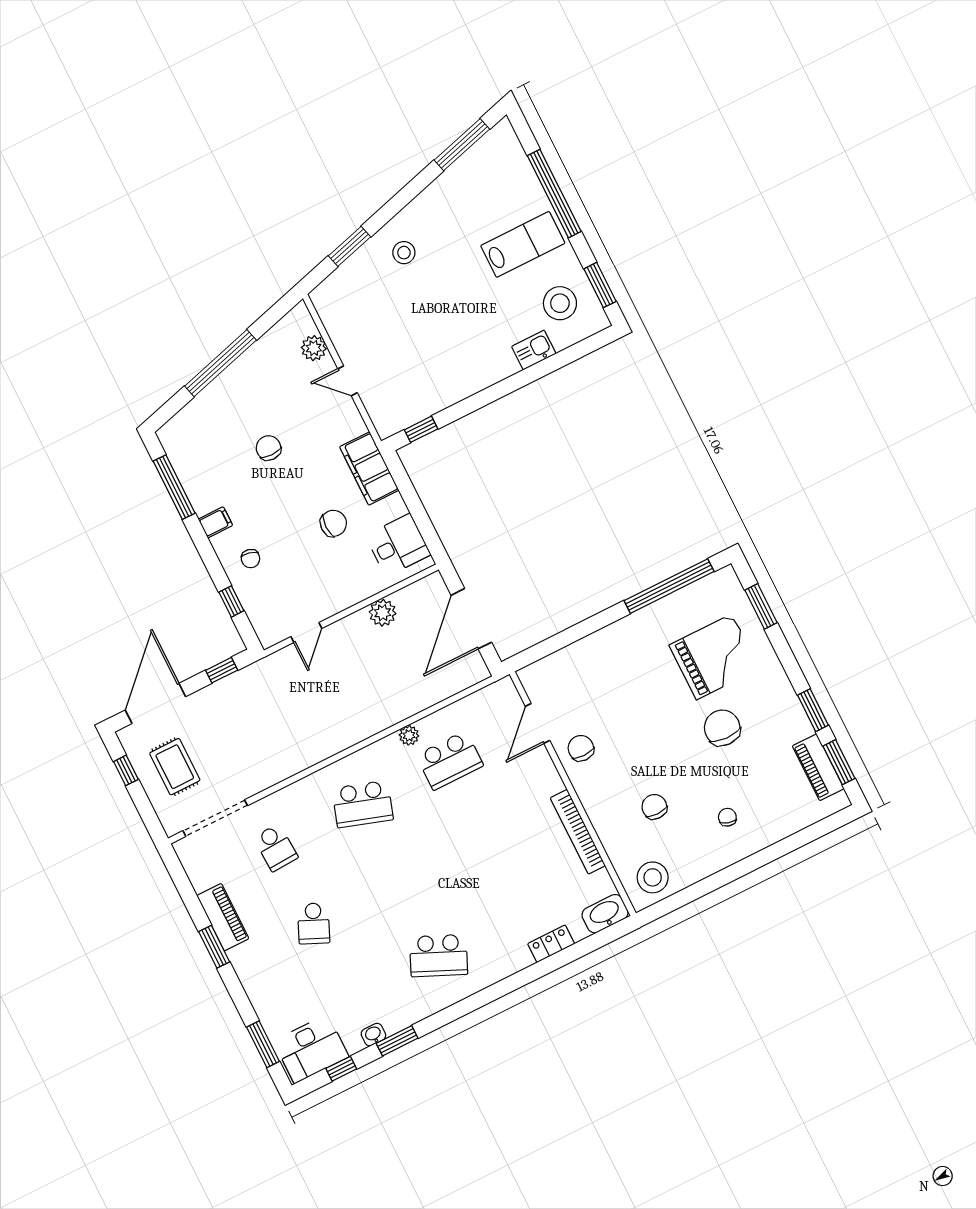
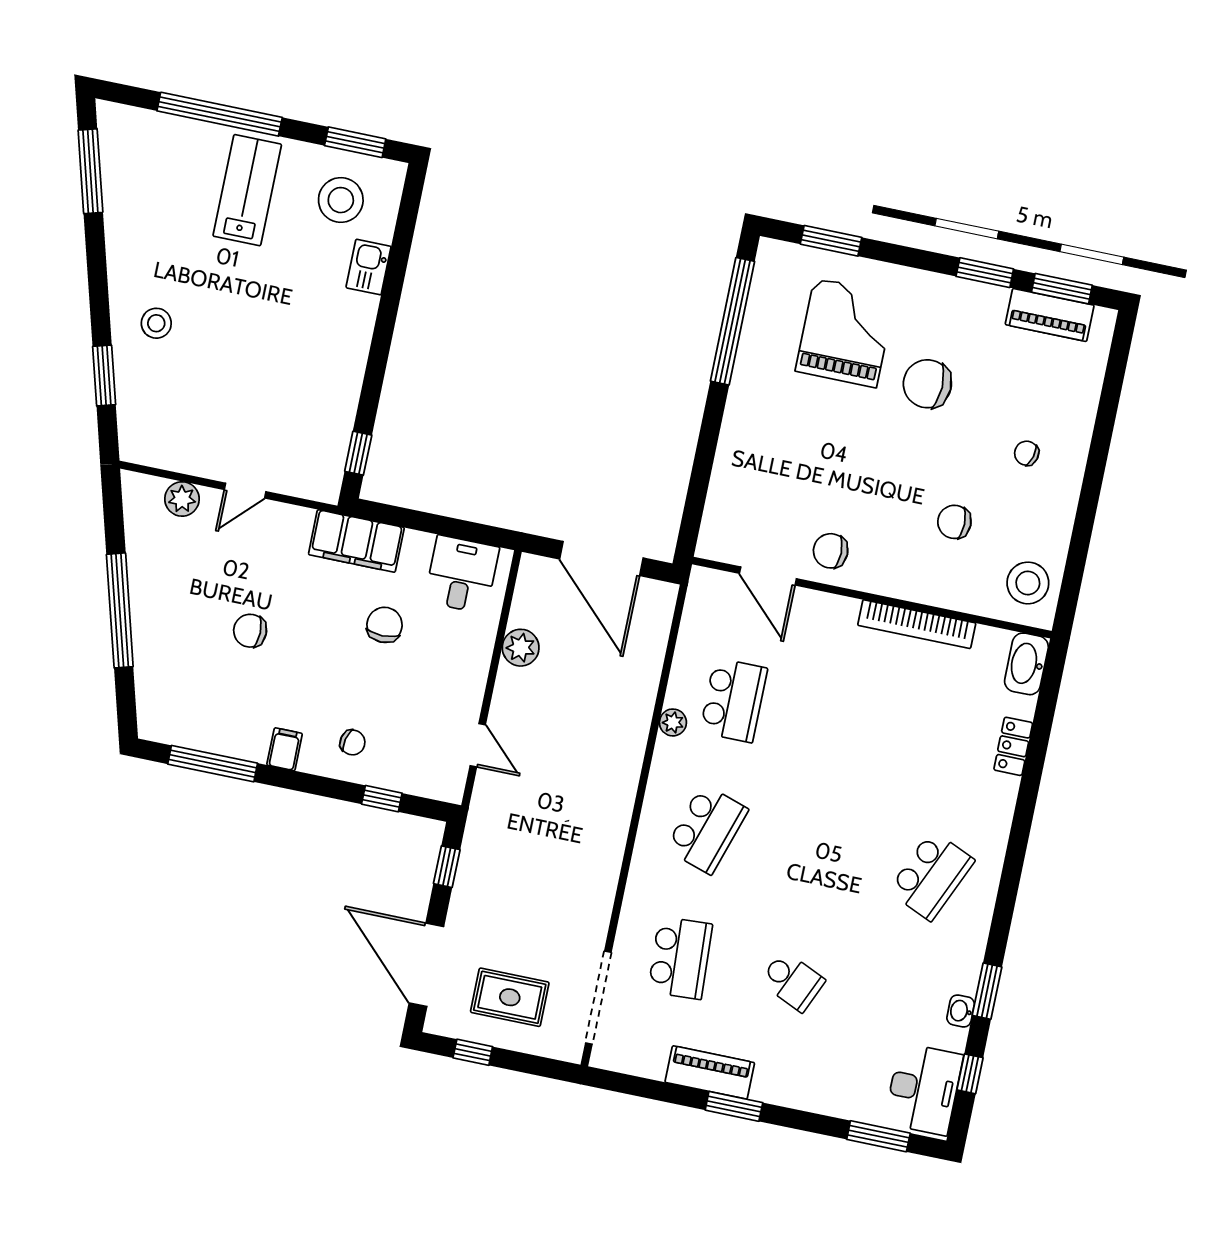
school desk: (276, 848) -> (680, 958), width x1.85

